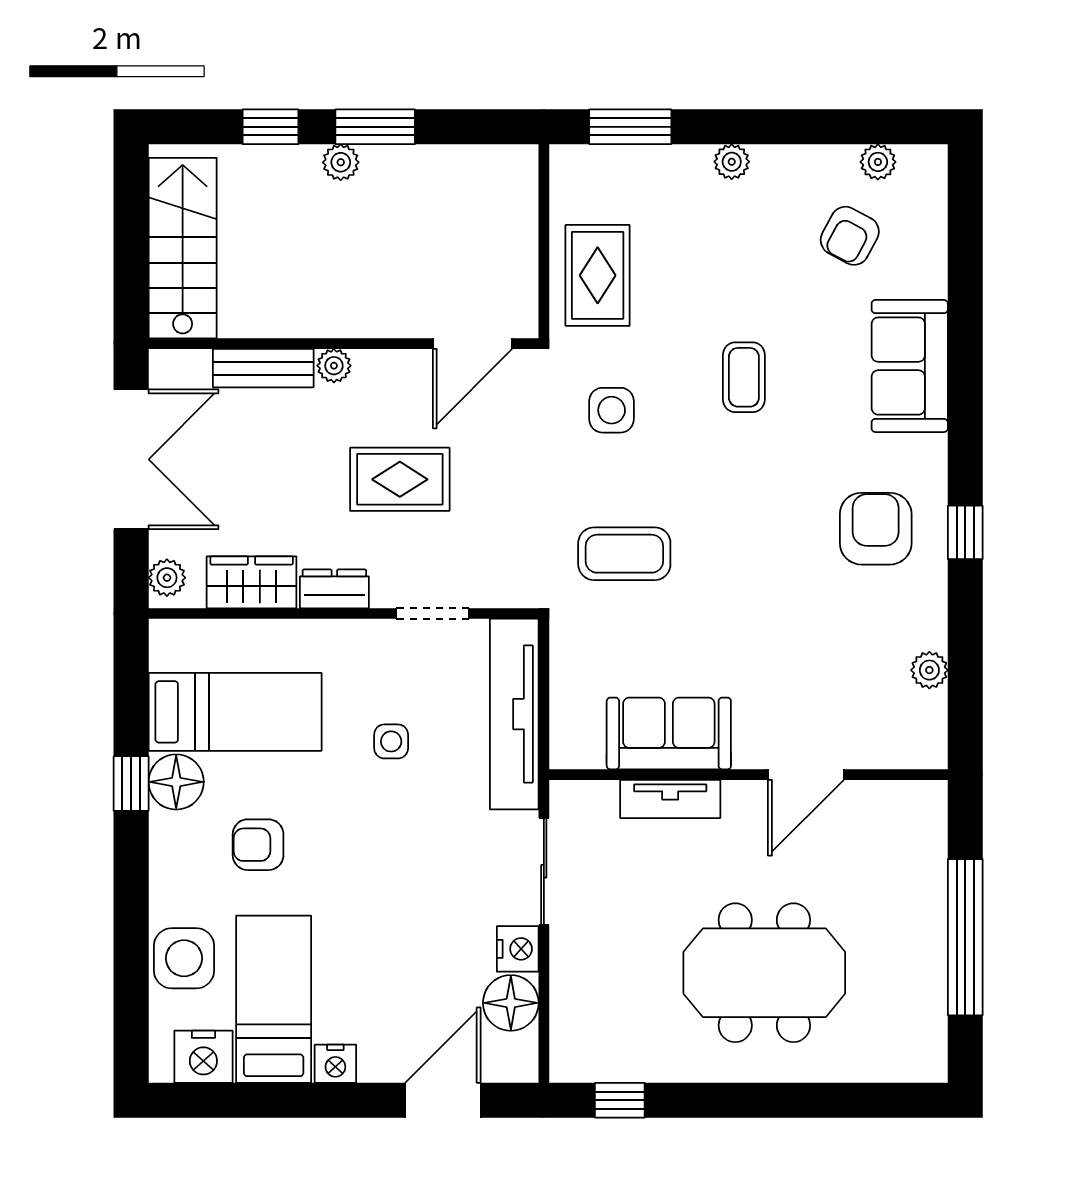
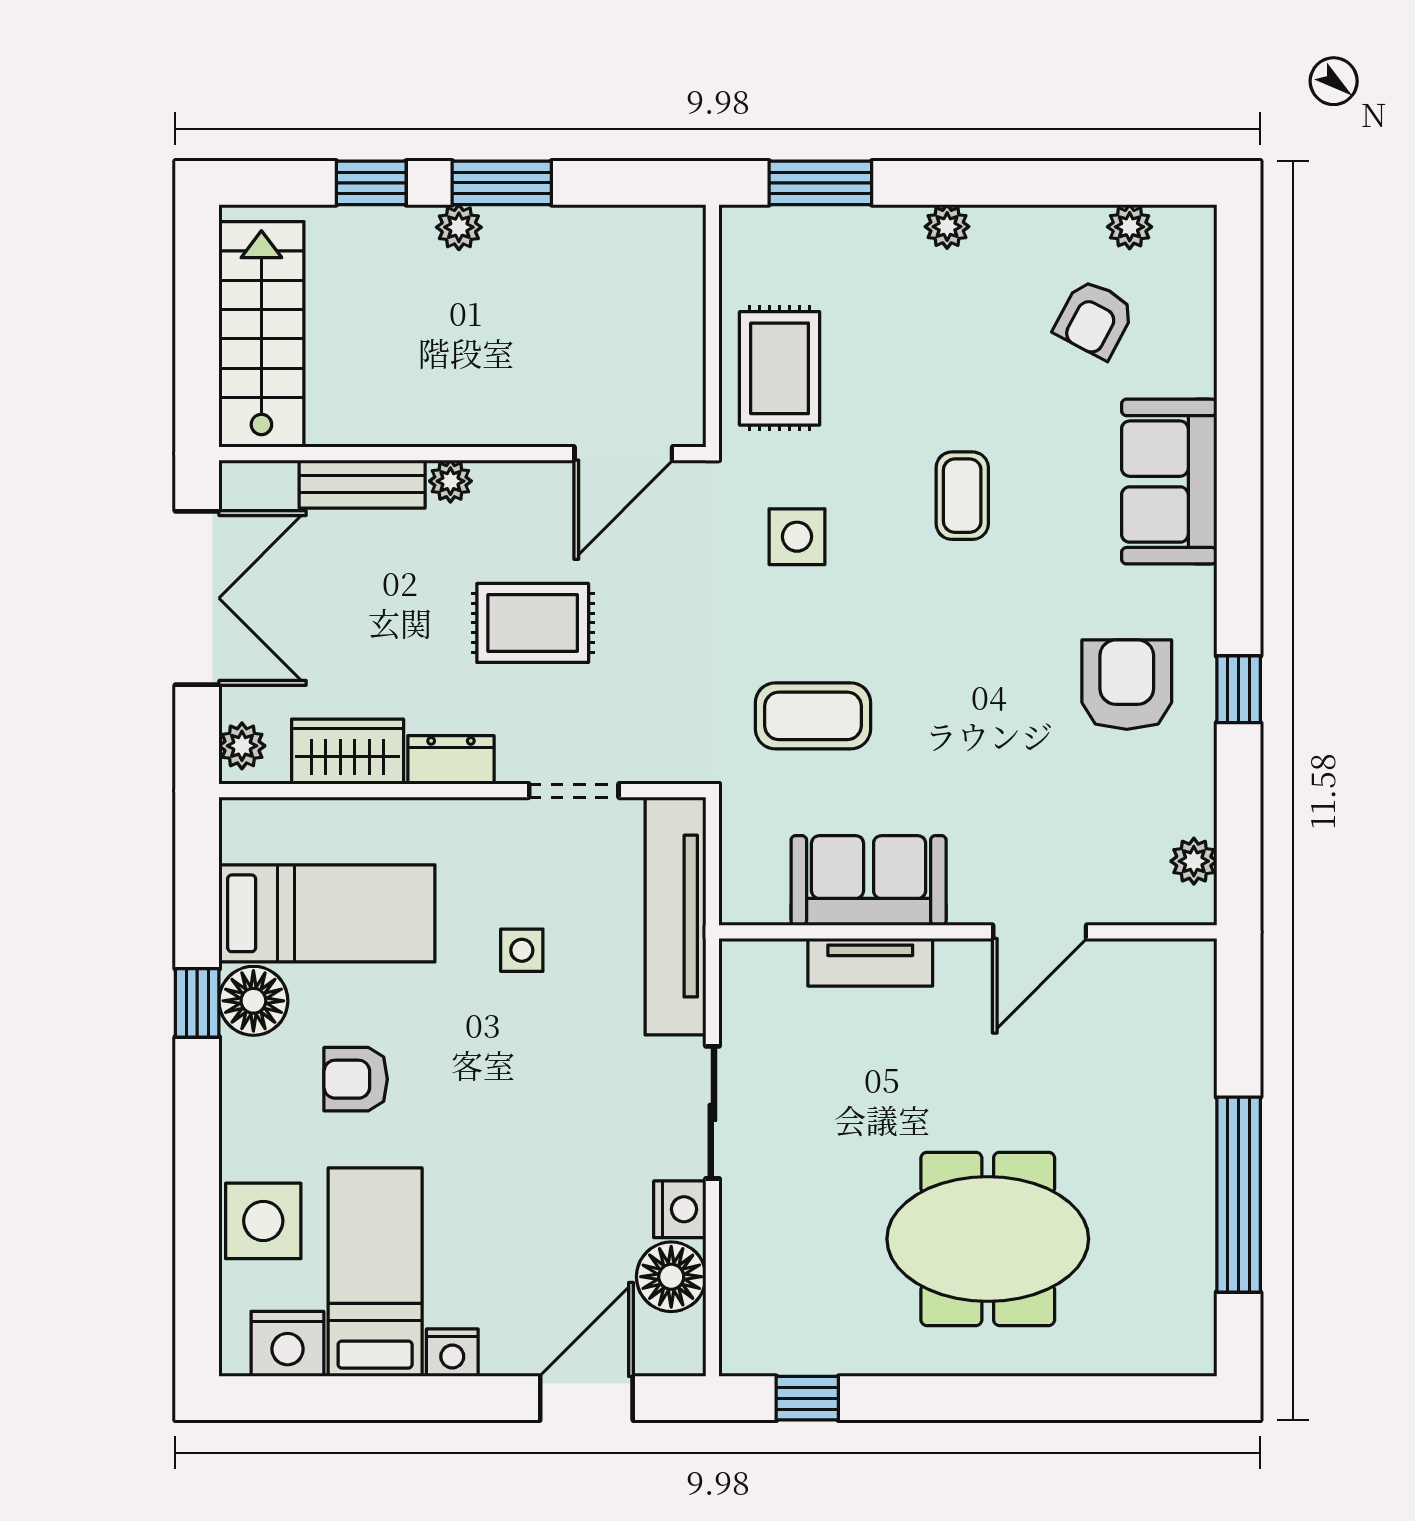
sofa: (669, 733) -> (869, 881), moved
wall: (748, 775) -> (968, 932), moved
door: (806, 775) -> (1040, 932), moved
tv unit: (670, 799) -> (870, 962), moved

